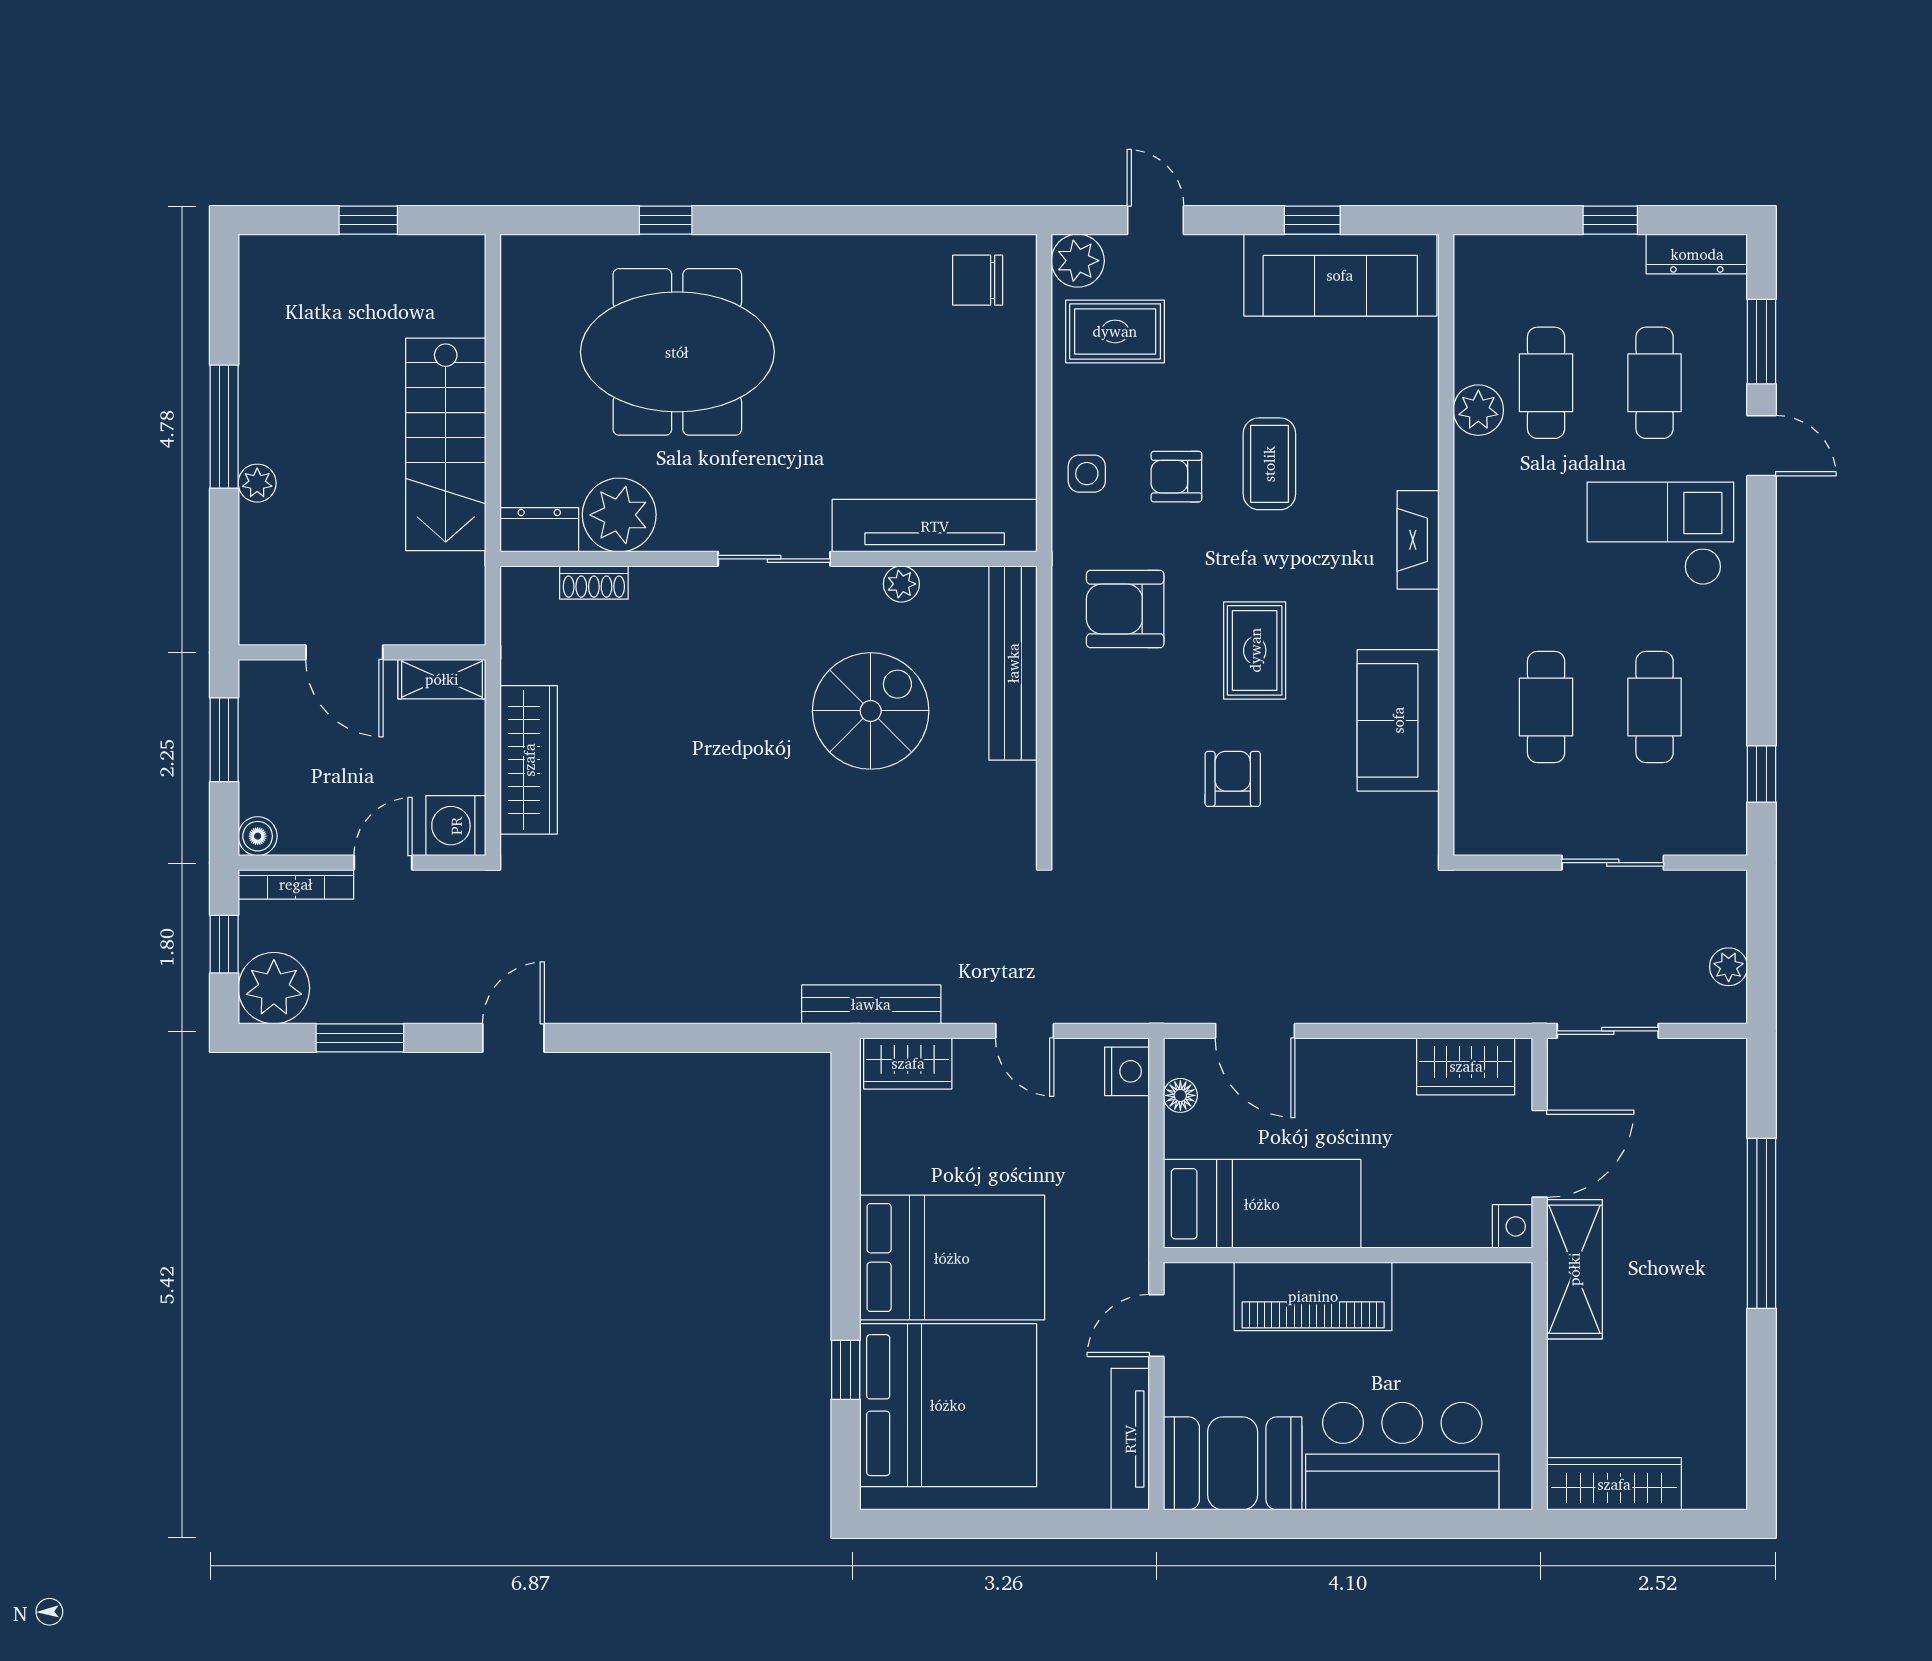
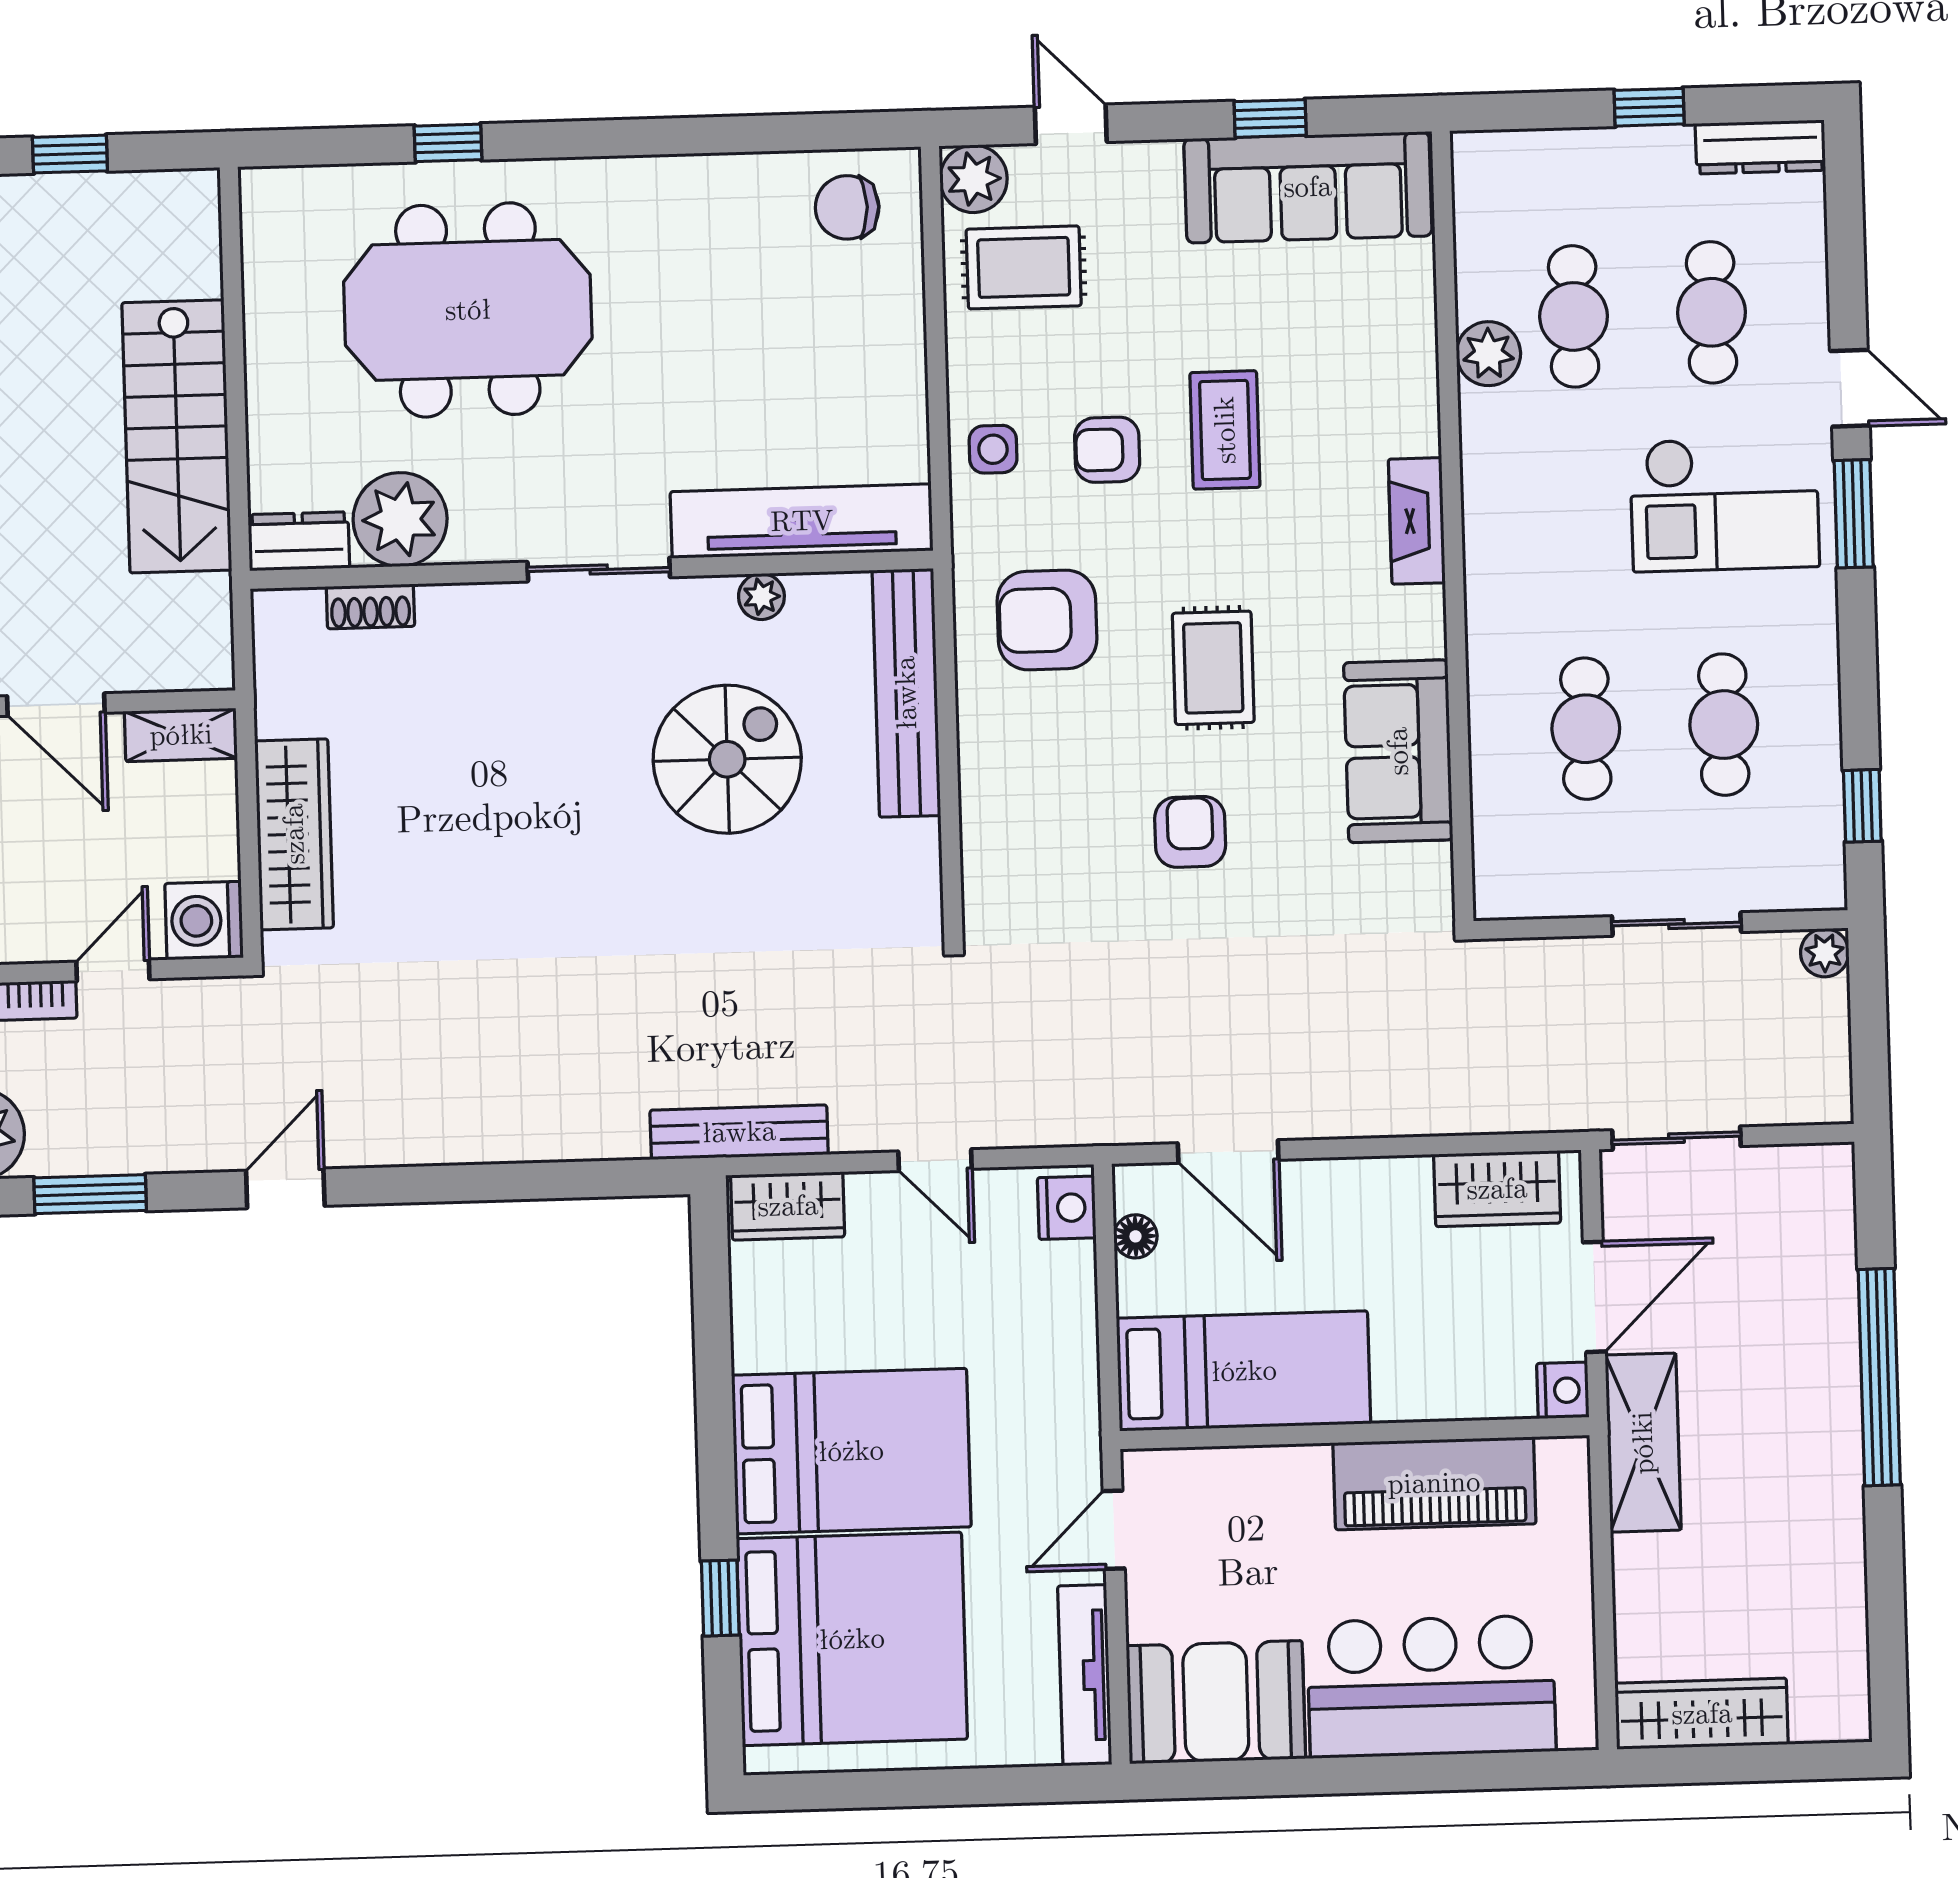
window: (1762, 342) -> (1854, 514), moved
checkout: (1660, 534) -> (1725, 504), turned 180
plant: (1729, 967) -> (1825, 953), moved
piano: (1313, 1296) -> (1434, 1483), moved

